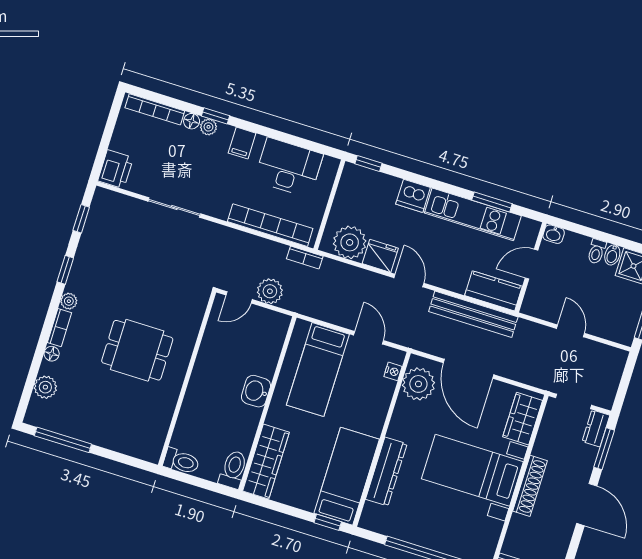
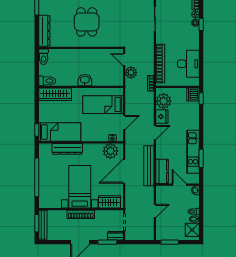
filing cabinet: (242, 143) -> (193, 40), removed
dishwasher: (413, 196) -> (193, 94), moved
dresser: (128, 443) -> (44, 31), added

